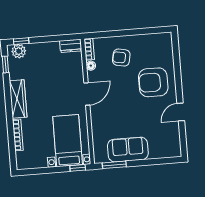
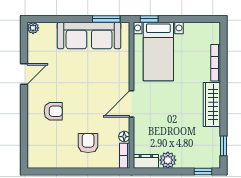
plant: (19, 51) -> (168, 160), moved
armchair: (121, 58) -> (88, 143), turned -101
armchair: (153, 82) -> (53, 111), width x0.53, depth x0.53
sofa: (128, 150) -> (89, 35), width x1.36
plant: (176, 152) -> (33, 28), added

